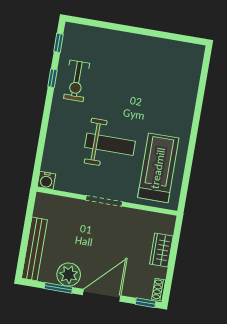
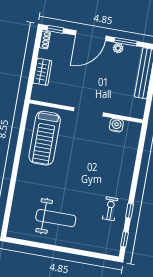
exercise bike: (77, 81) -> (110, 209), width x0.73, depth x0.72
weight bench: (110, 144) -> (56, 218), moved, turned 180
water cooler: (46, 180) -> (116, 125), moved
plant: (69, 275) -> (118, 48), width x0.53, depth x0.53

